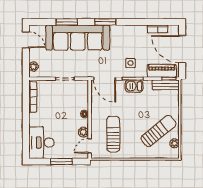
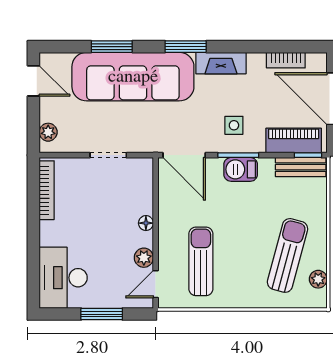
fireplace: (124, 31) -> (221, 63), added
sun lounger: (158, 131) -> (287, 255), turned -36

